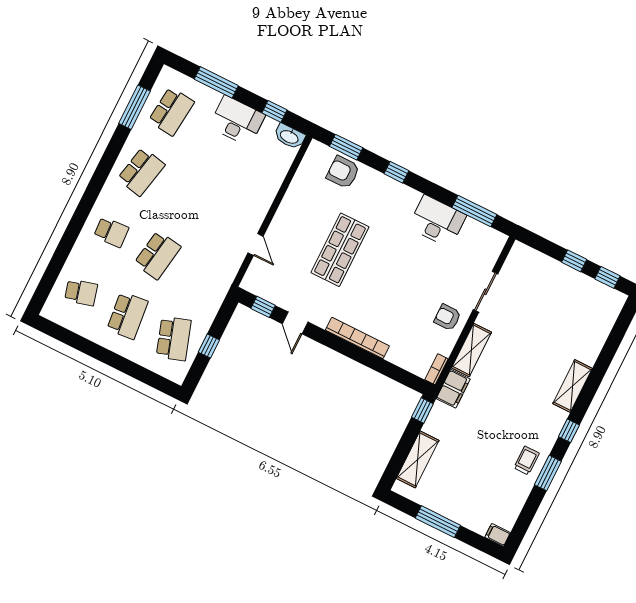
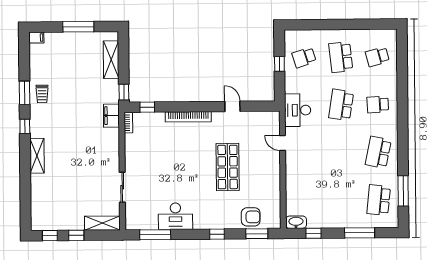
desk: (237, 121) -> (298, 110), moved, turned 90
window: (263, 307) -> (147, 107), moved
armchair: (447, 317) -> (138, 159), removed
school desk: (174, 339) -> (304, 57), width x0.54
shelving: (471, 350) -> (102, 223), moved, turned 90

